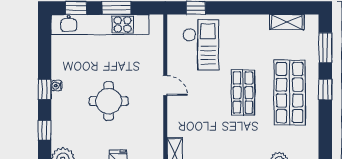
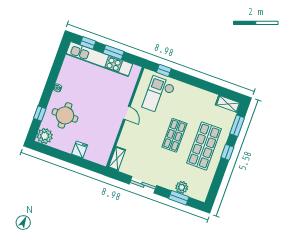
shelving: (287, 22) -> (228, 104), moved
checkout: (201, 45) -> (159, 95), turned 180
window: (45, 89) -> (49, 87), removed
round table: (109, 101) -> (65, 115), moved

